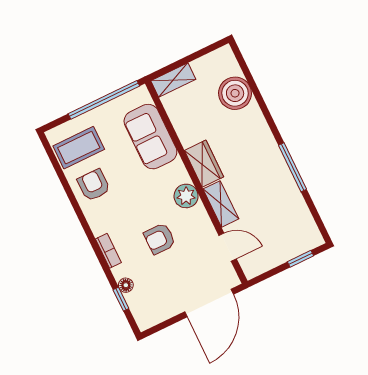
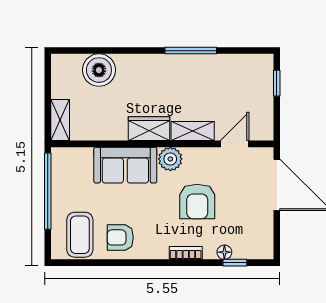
sofa: (150, 137) -> (125, 165), moved
armchair: (160, 239) -> (197, 201), width x1.38, depth x1.38

